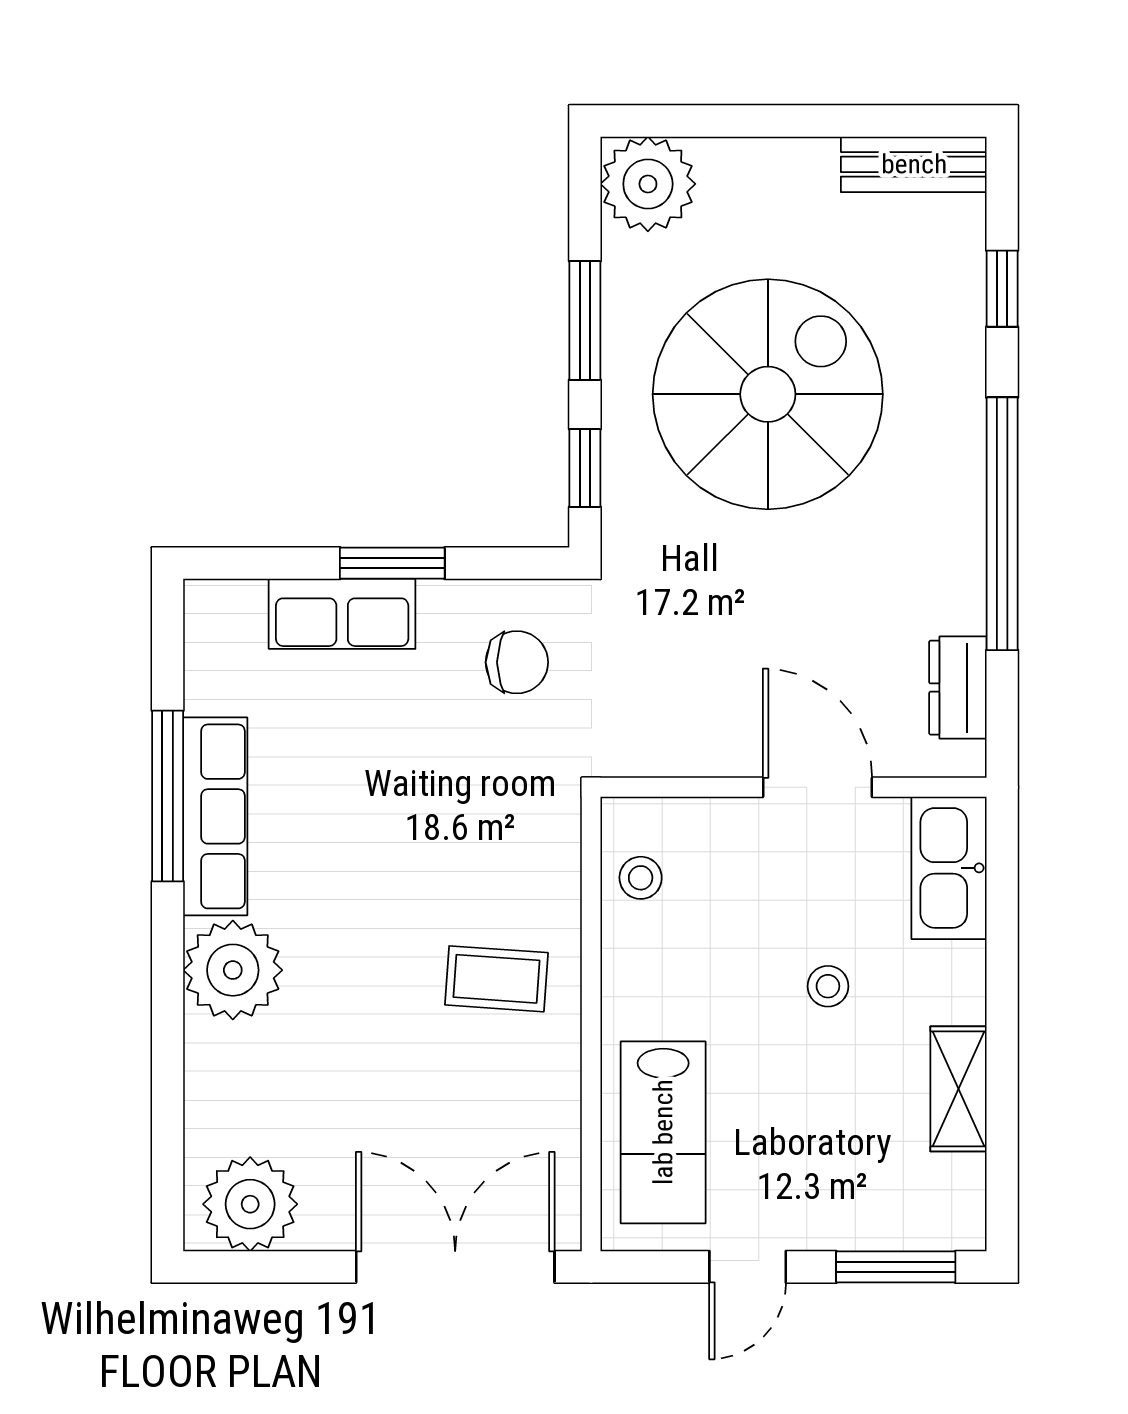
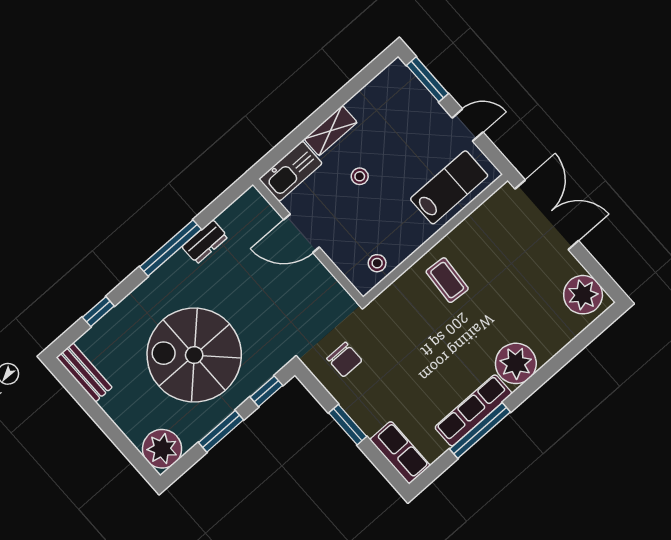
window: (1002, 524) -> (171, 248), width x0.68
row of seats: (342, 614) -> (400, 453), moved
chair: (517, 662) -> (344, 360), turned 180
dresser: (958, 688) -> (205, 242), moved
door: (817, 787) -> (301, 233), hinge flipped
shelving: (958, 1089) -> (331, 131), moved
double door: (455, 1267) -> (547, 215), swing flipped

